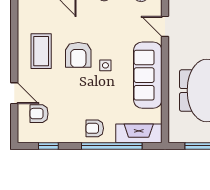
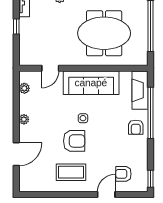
armchair: (39, 114) -> (123, 174), turned 90
window: (48, 146) -> (151, 179), moved

